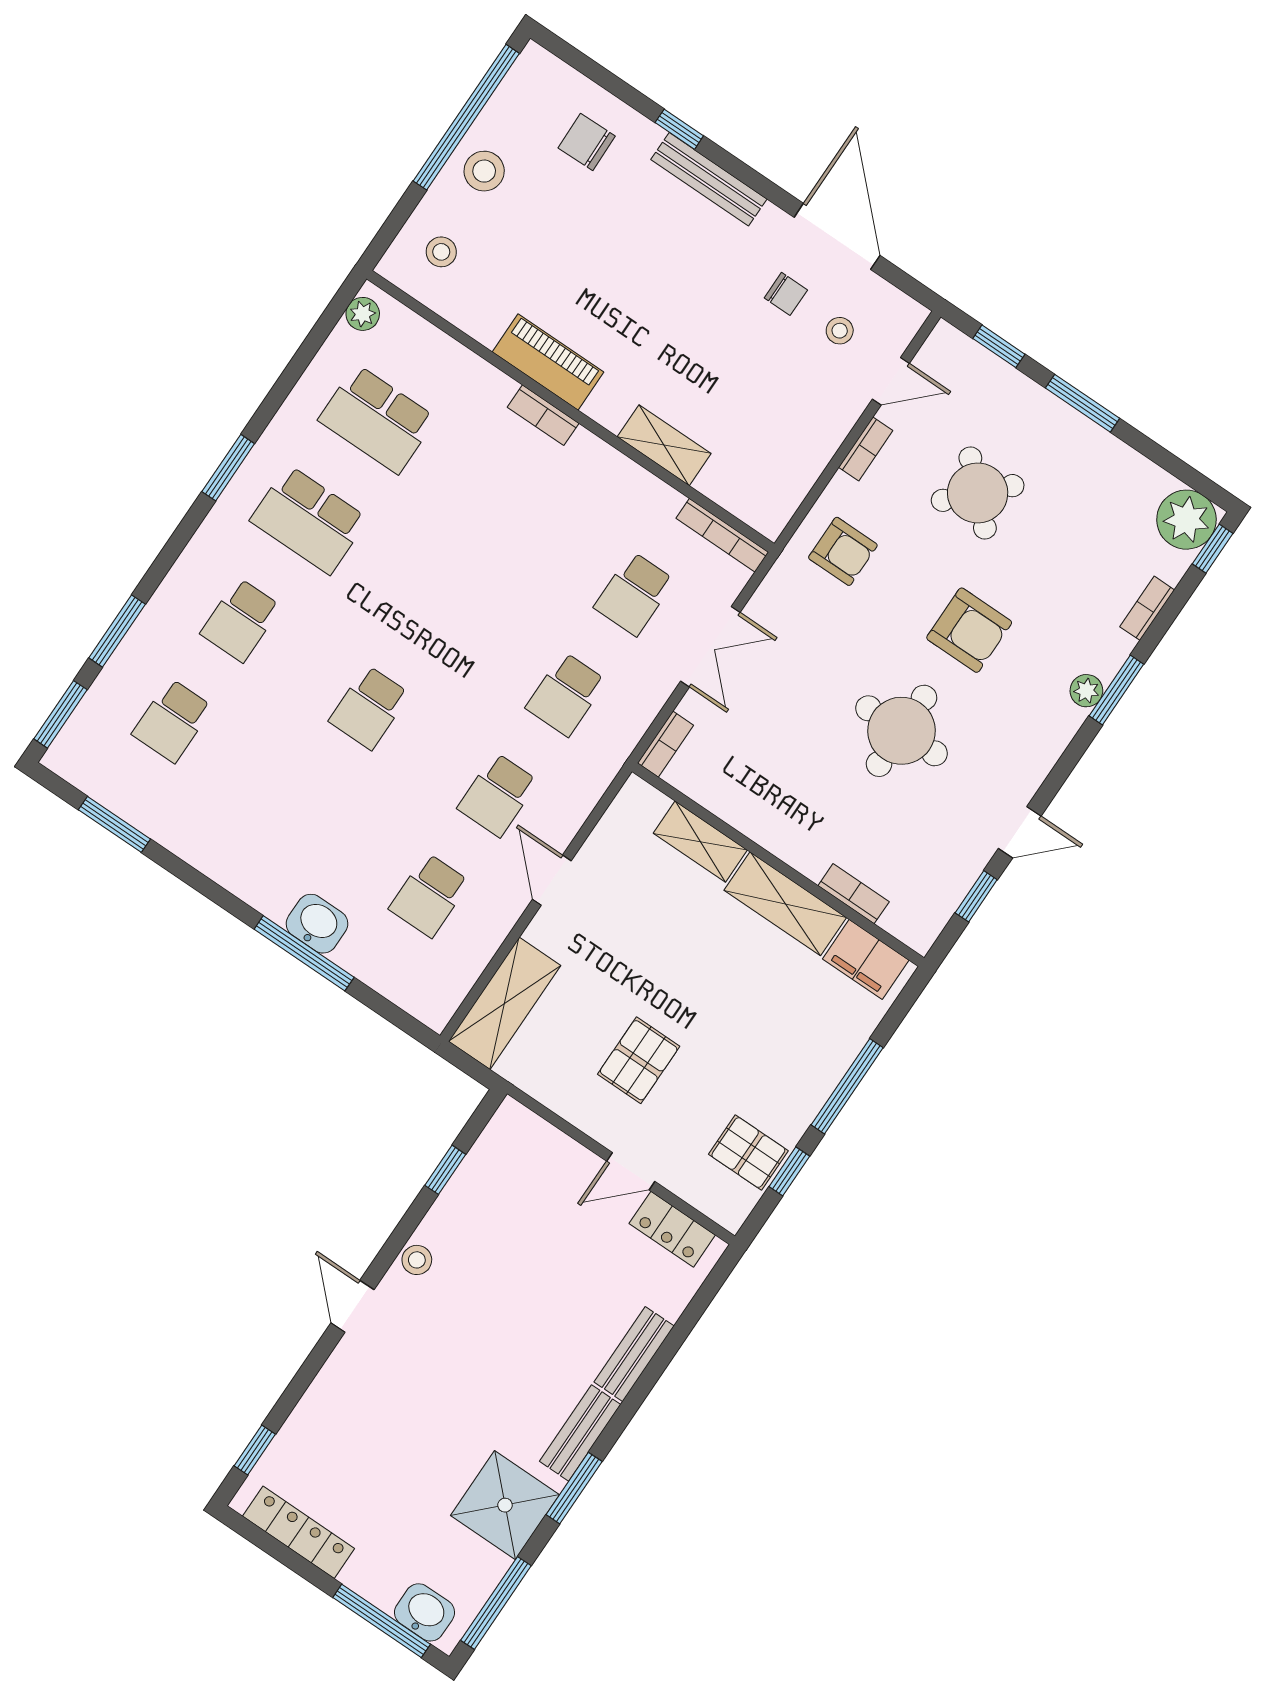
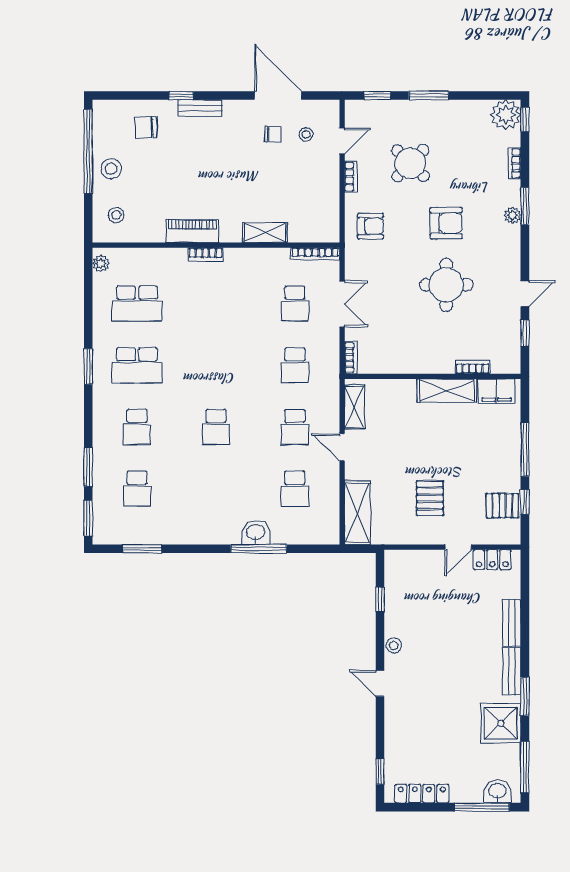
bench: (709, 179) -> (200, 108), width x0.73
shelving: (700, 842) -> (354, 407), moved, turned 90

